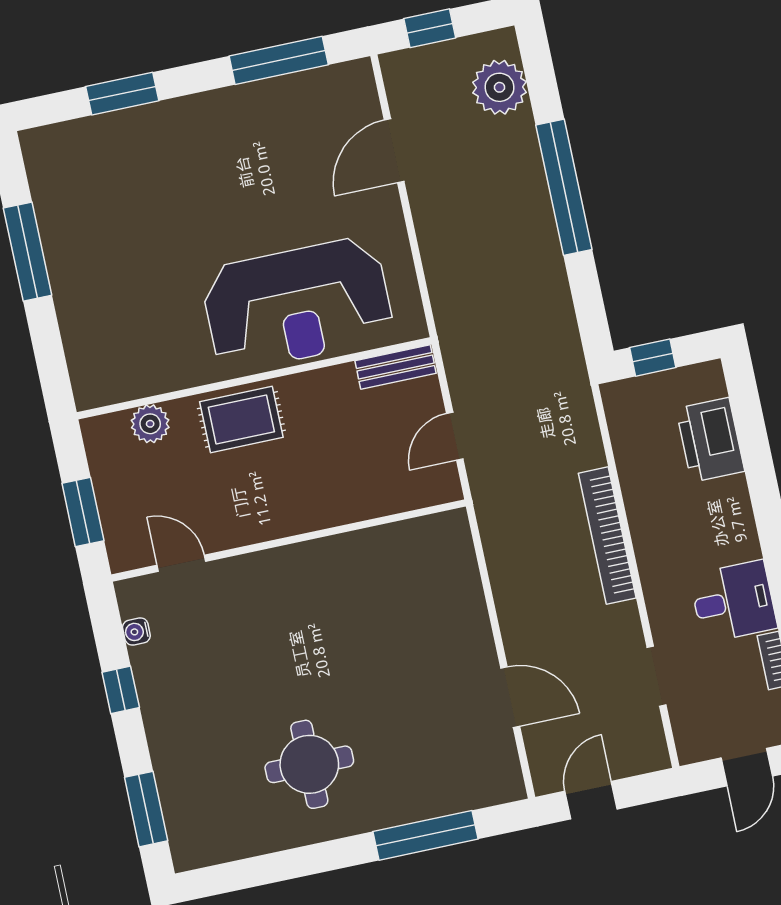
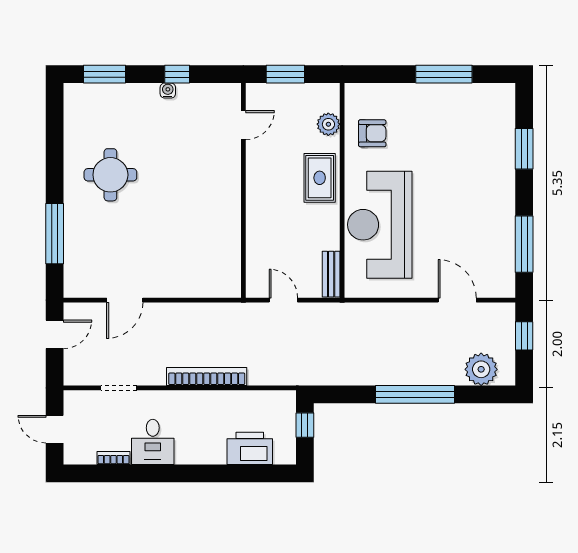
armchair: (150, 349) -> (372, 133), added
water cooler: (136, 631) -> (168, 91), moved
door: (591, 800) -> (55, 334), hinge flipped

